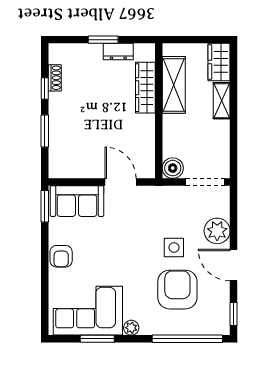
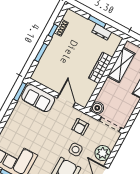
wardrobe: (145, 88) -> (101, 68), moved
armchair: (61, 256) -> (80, 127), moved

